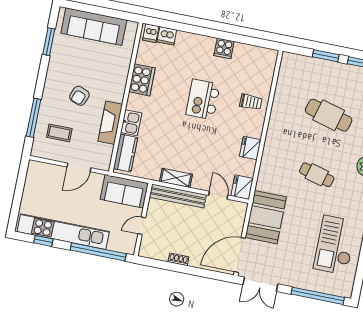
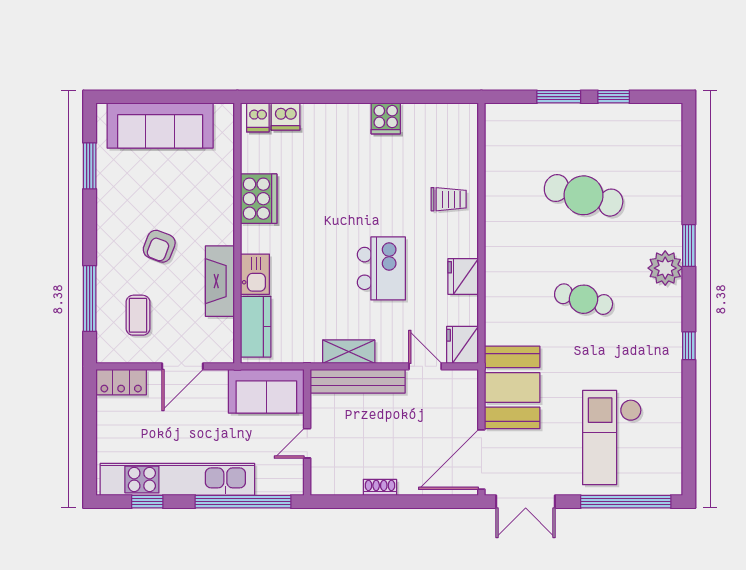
kitchen island: (203, 99) -> (381, 268), moved, turned 180
coffee table: (59, 133) -> (138, 315), turned 90
locker: (42, 169) -> (121, 382), added
checkout: (335, 245) -> (612, 438), moved

